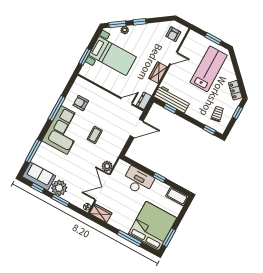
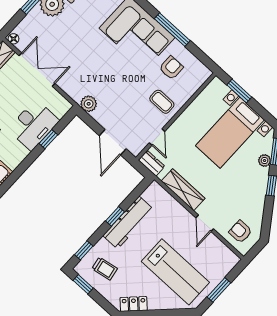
wardrobe: (158, 73) -> (183, 190), width x1.50
workbench: (172, 99) -> (128, 223), moved
window: (170, 108) -> (115, 216), moved
window: (237, 113) -> (83, 284), moved
coffee table: (95, 135) -> (162, 102), moved
plant: (107, 166) -> (89, 104), moved
window: (159, 177) -> (48, 139), moved

